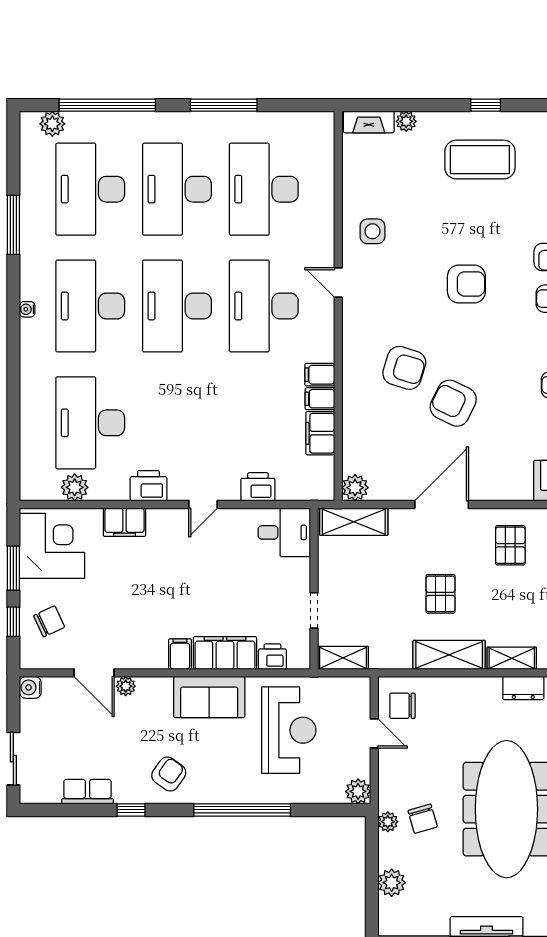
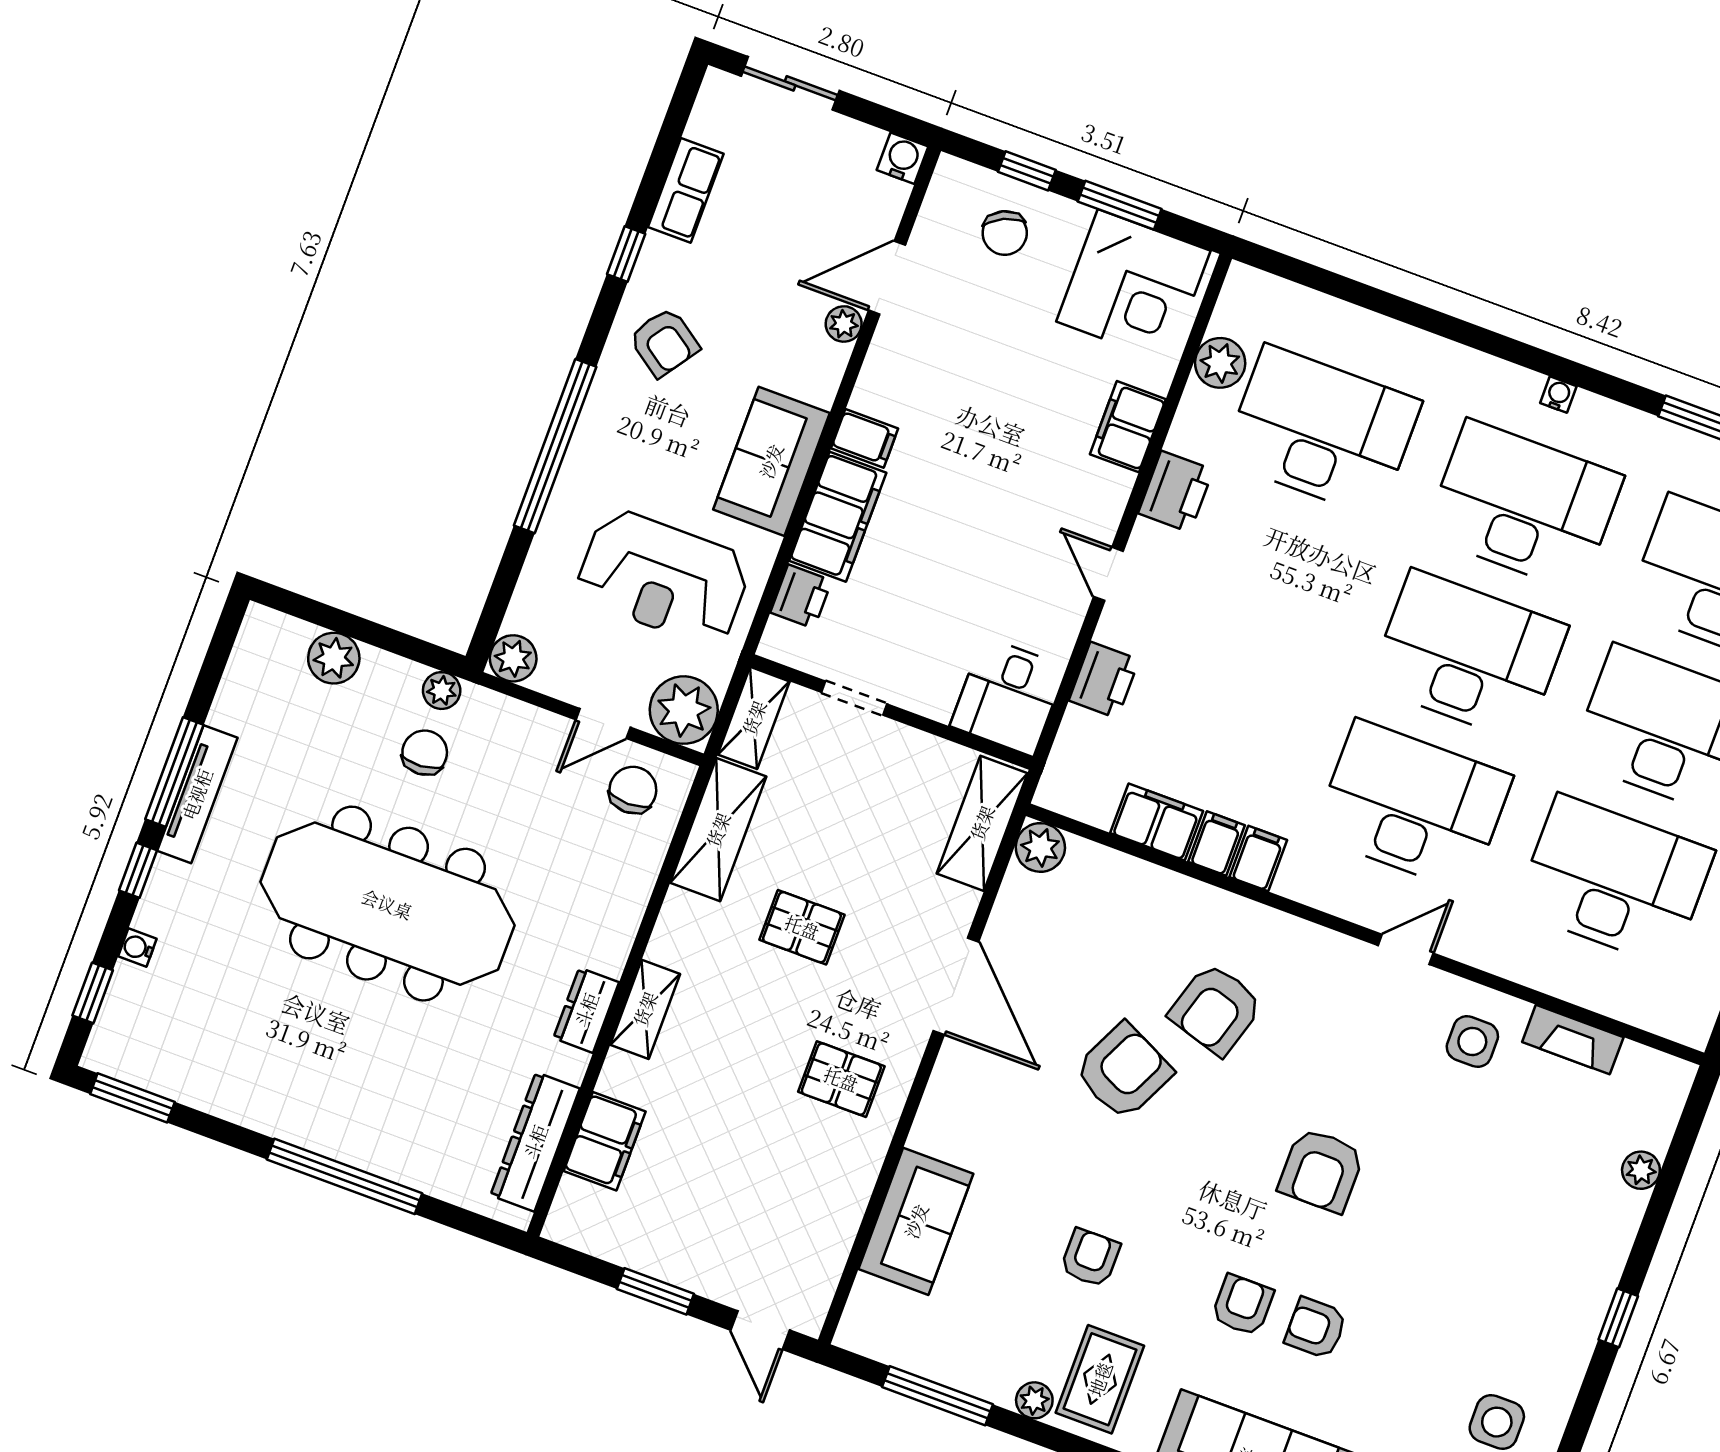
fireplace: (369, 122) -> (1573, 1040), moved, turned -90
coffee table: (480, 160) -> (1528, 1273), removed
shelving: (449, 655) -> (718, 830), moved
plant: (352, 695) -> (684, 710), added
chair: (423, 819) -> (425, 753), turned 102

